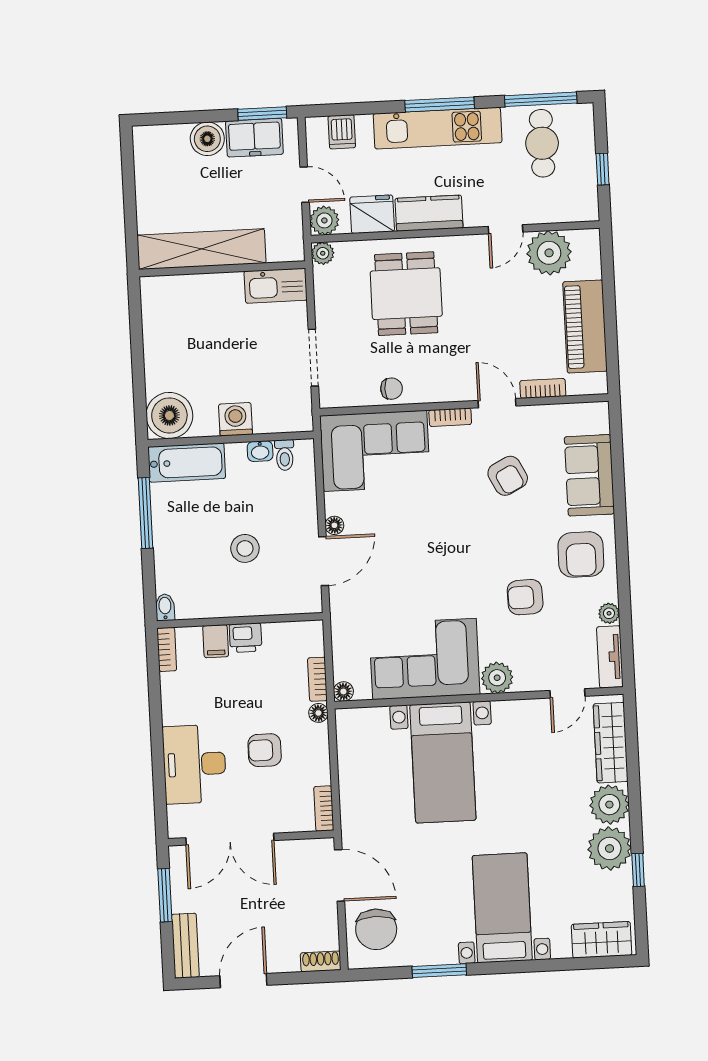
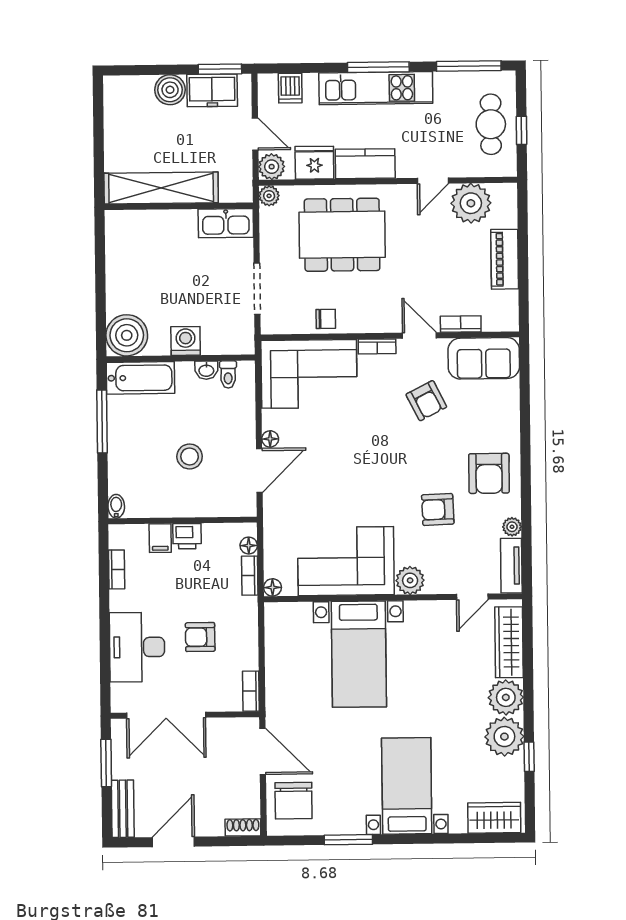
cafe table: (542, 143) -> (491, 124), moved
dining table: (406, 294) -> (342, 235), width x1.38
piano: (585, 327) -> (505, 259), width x0.73, depth x0.75
sofa: (589, 475) -> (484, 358), moved, turned -90
bookcase: (167, 649) -> (117, 569), moved
floor lamp: (318, 713) -> (249, 546), moved

